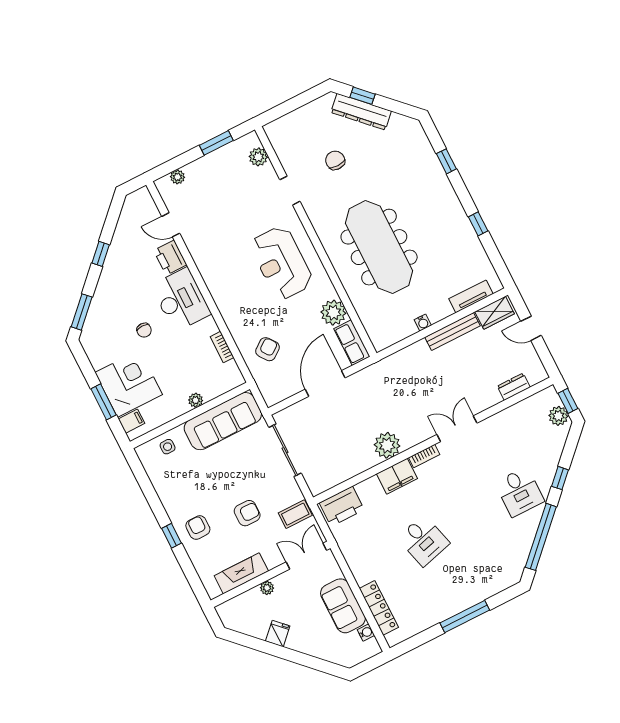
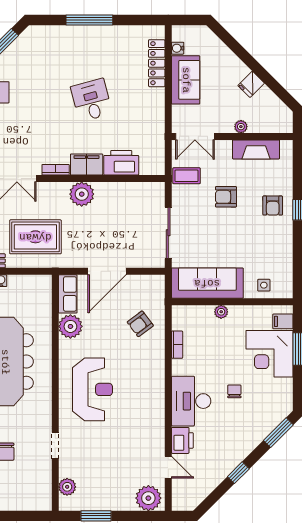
plant: (177, 177) -> (148, 498), width x1.88, depth x1.88
rug: (411, 382) -> (35, 237), added
printer: (342, 506) -> (121, 163), moved

